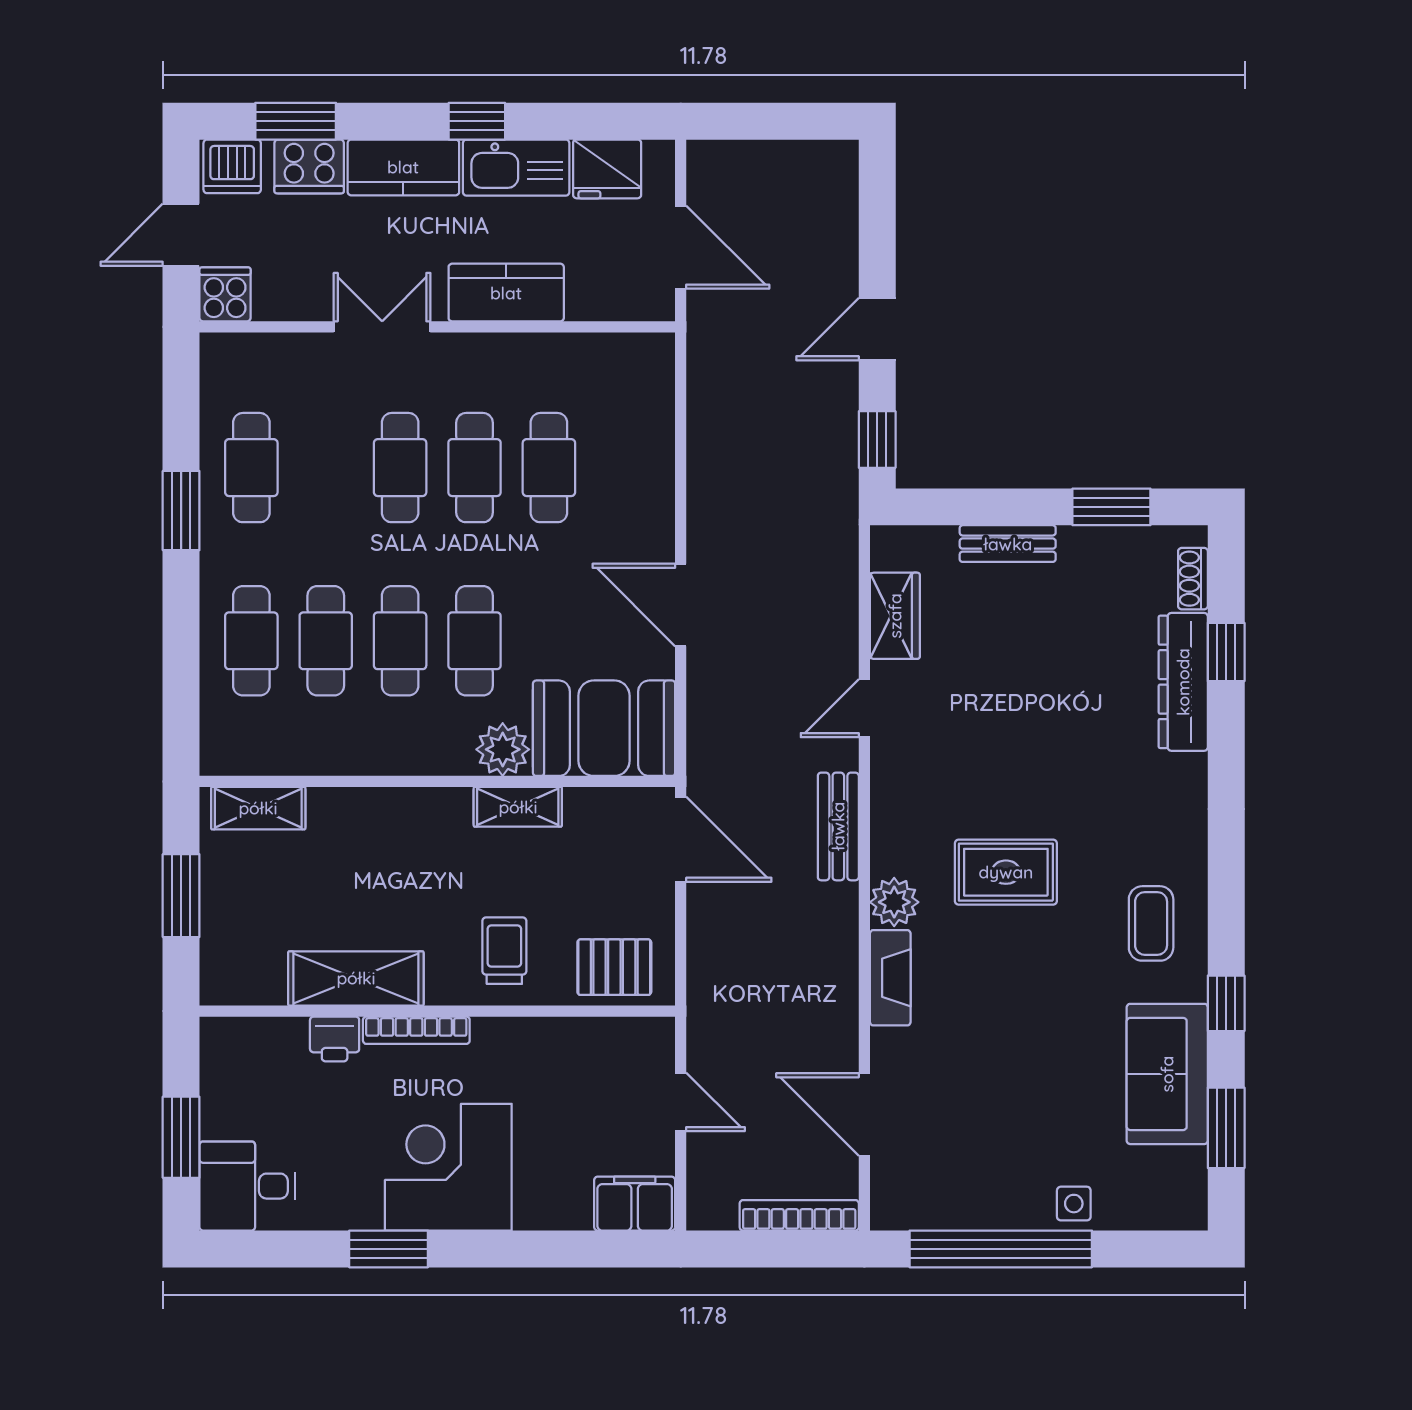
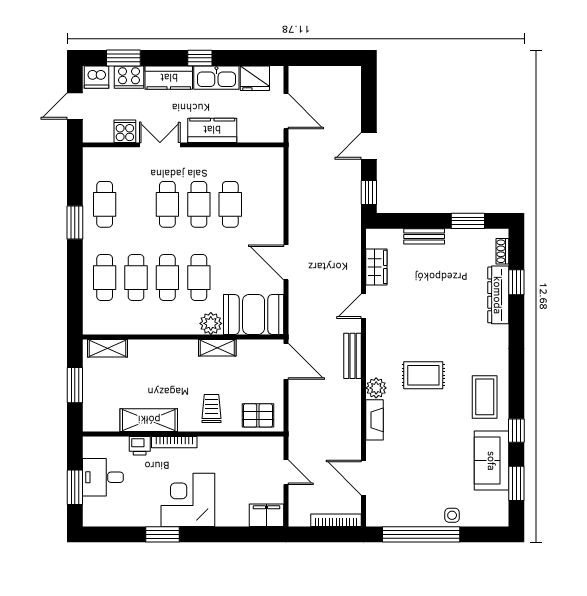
cooker: (225, 294) -> (125, 131), moved
coffee table: (1151, 923) -> (485, 397), width x1.36, depth x1.30
desk: (247, 1186) -> (103, 477), moved

